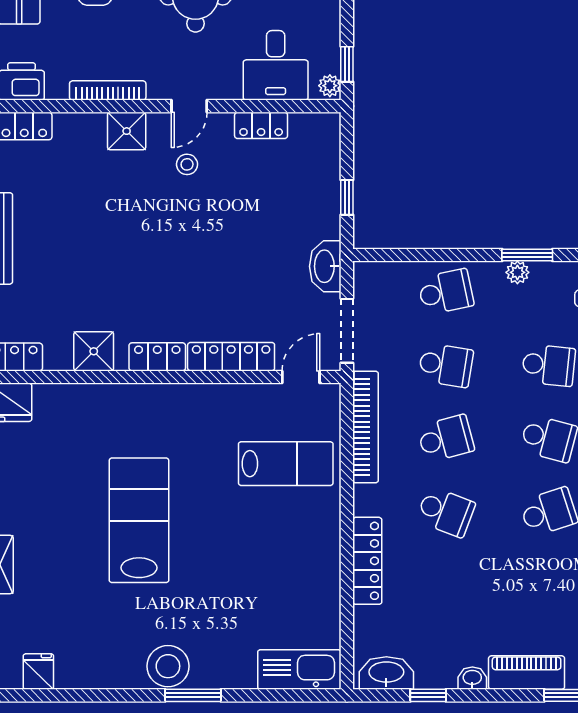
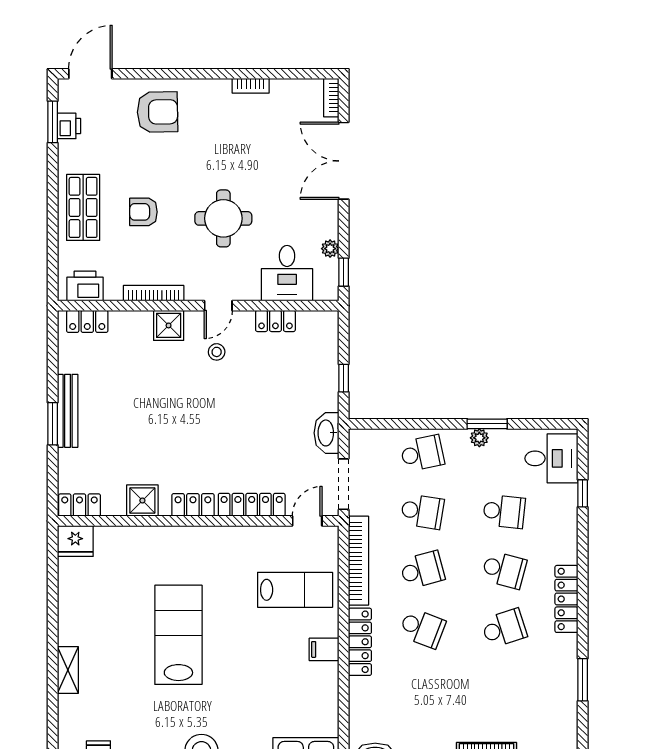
plant: (330, 86) -> (330, 249), moved
filing cabinet: (322, 539) -> (324, 649), added
locker: (367, 561) -> (360, 642), moved

